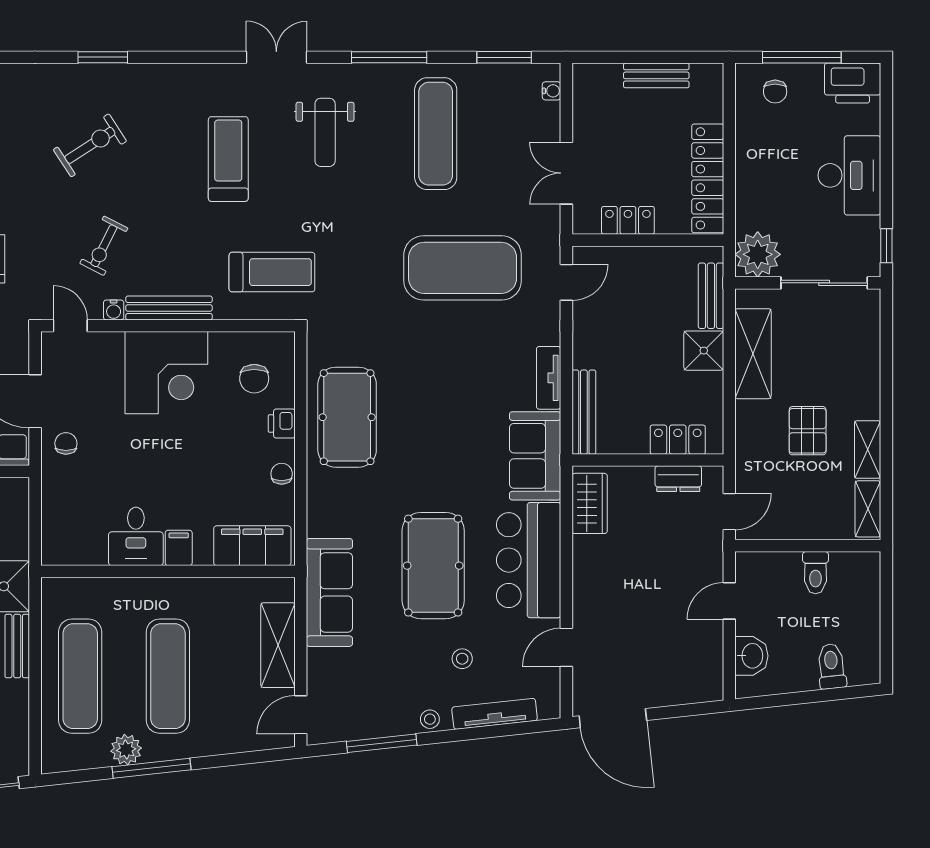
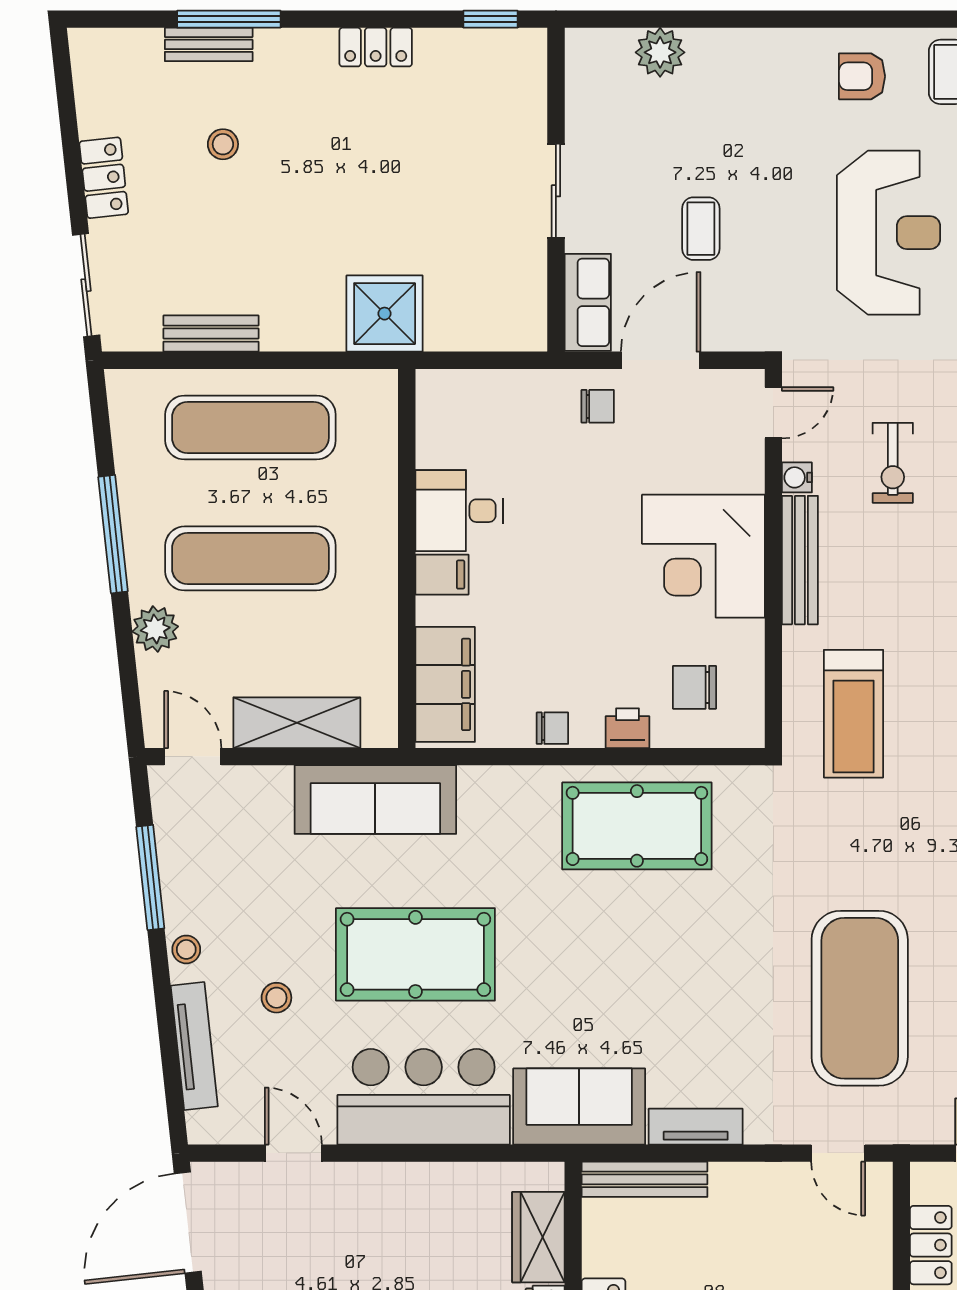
exercise bike: (104, 246) -> (893, 463), turned -117
wardrobe: (590, 503) -> (538, 1237), moved, turned 90
bench: (17, 646) -> (211, 334), moved
plant: (126, 750) -> (155, 629), moved

